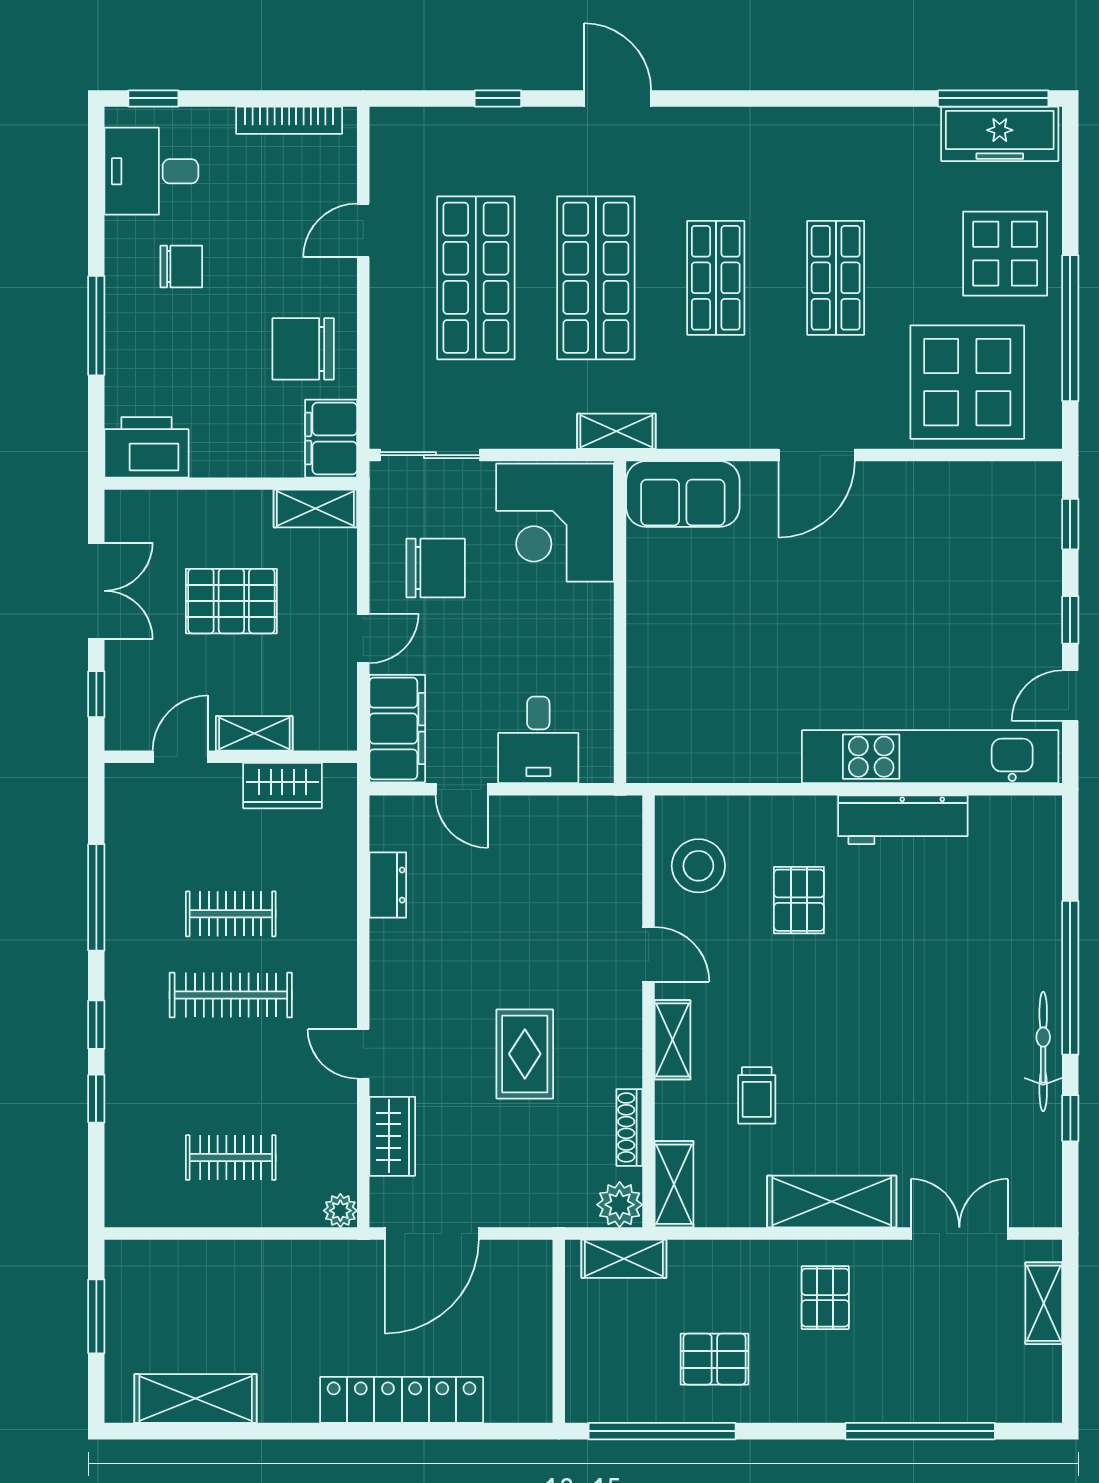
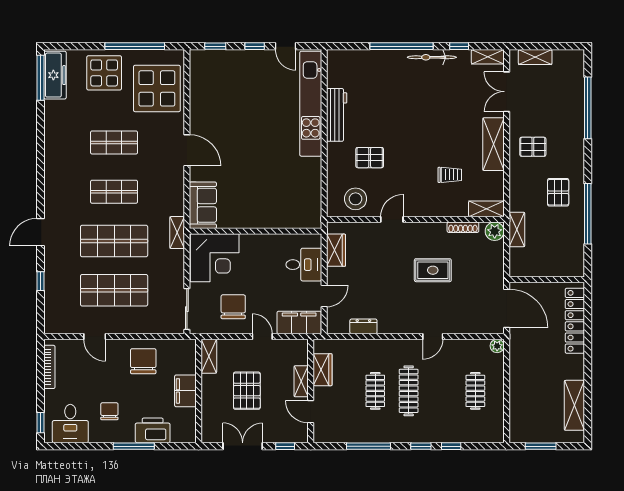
chair: (303, 349) -> (143, 361), turned 180
filing cabinet: (331, 439) -> (185, 391), moved, turned 90
printer: (146, 447) -> (153, 430), moved, turned 90
shelving: (672, 1040) -> (488, 57), moved
wardrobe: (392, 1136) -> (336, 250), moved, turned 90
wall: (559, 1331) -> (547, 280), moved

